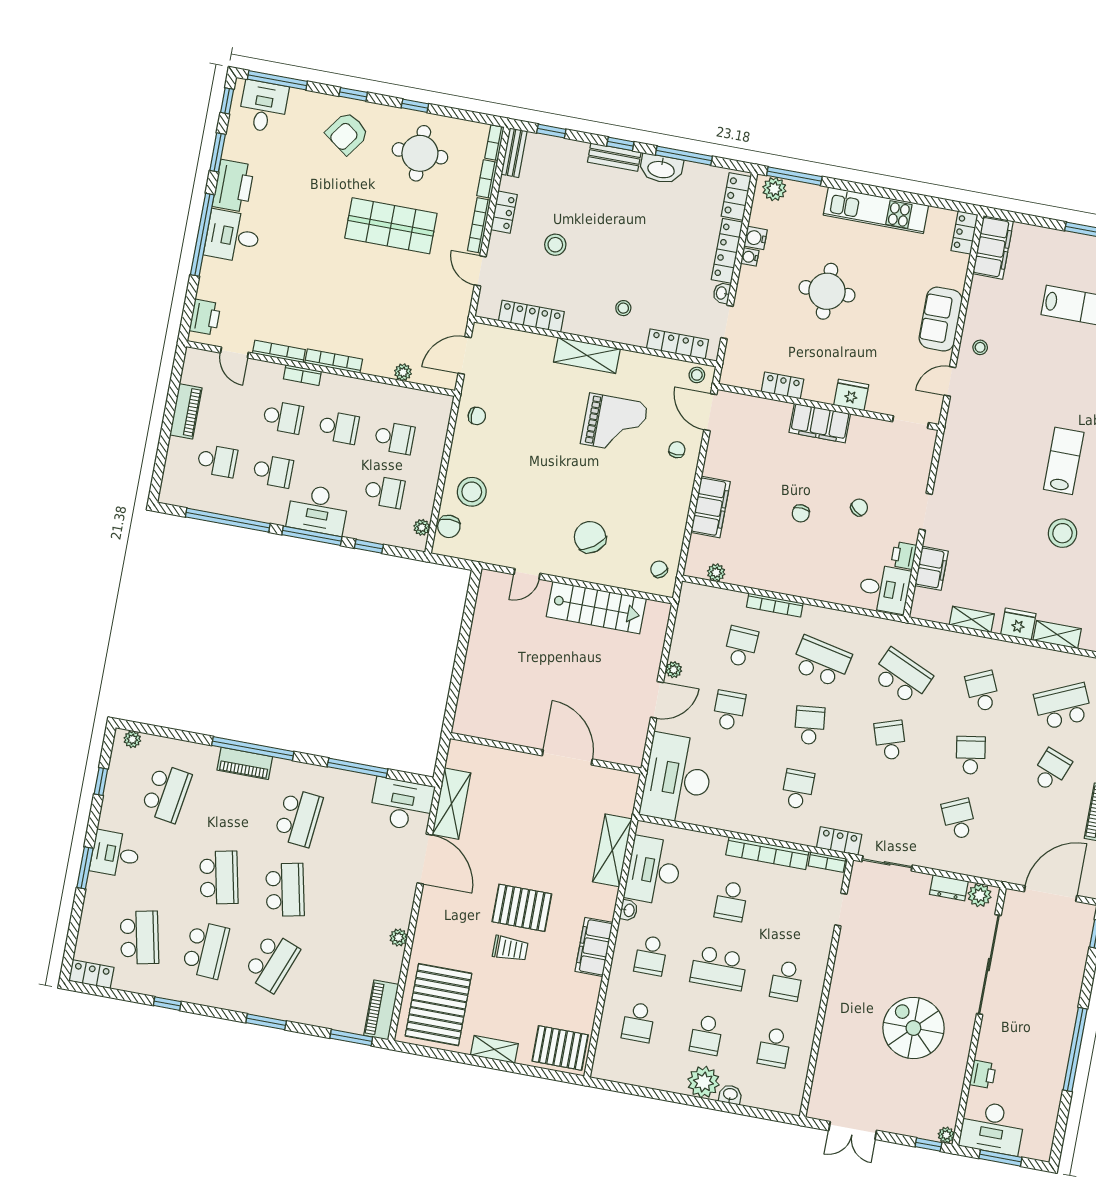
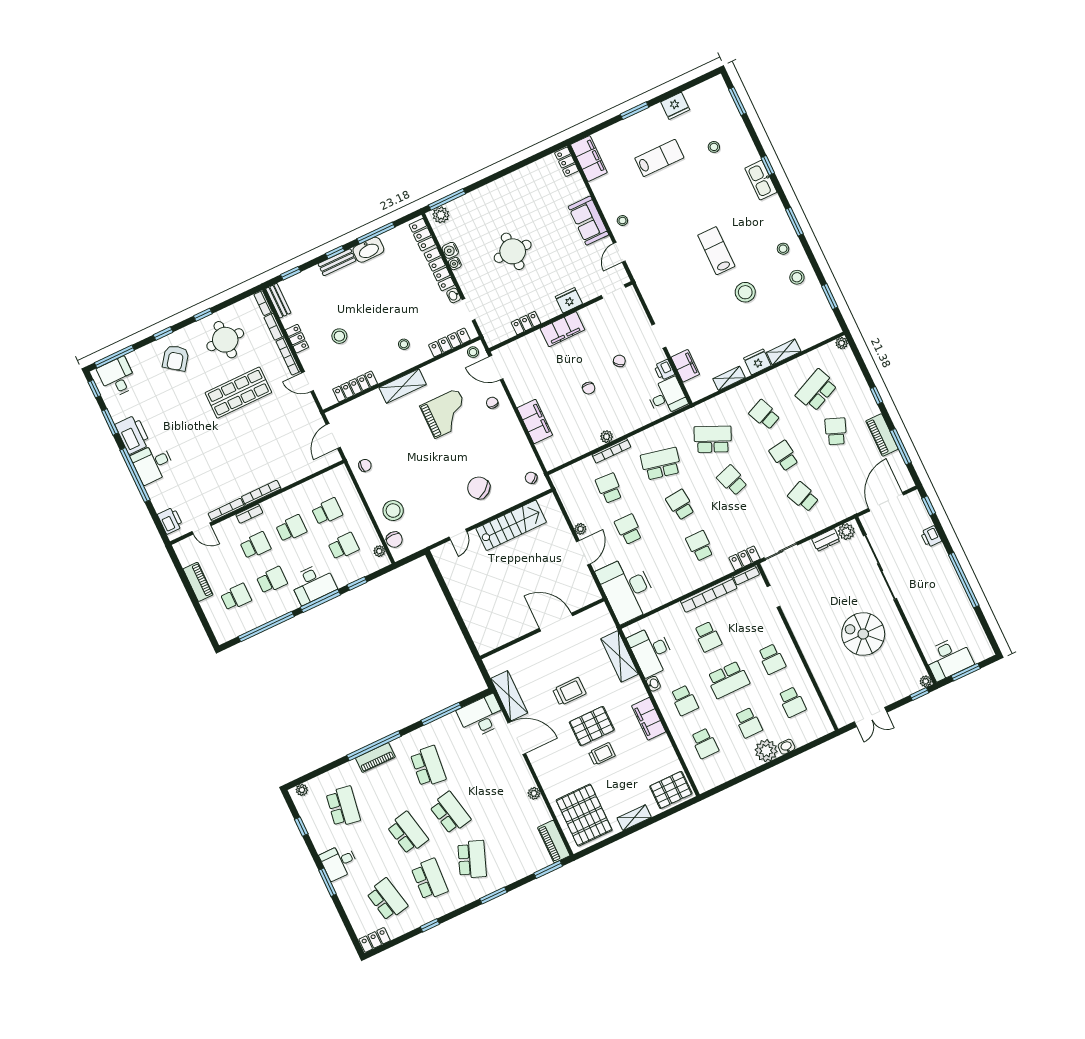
kitchen unit: (876, 210) -> (507, 185), removed
plant: (403, 372) -> (305, 471), removed
plant: (716, 573) -> (607, 437), moved
trolley: (525, 849) -> (569, 692), added
printer: (983, 1074) -> (931, 537), moved, turned 180

